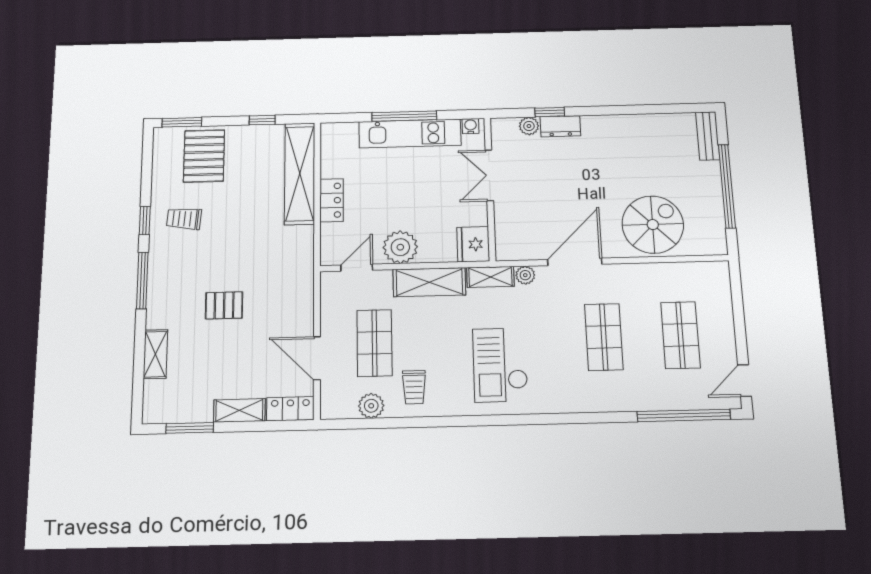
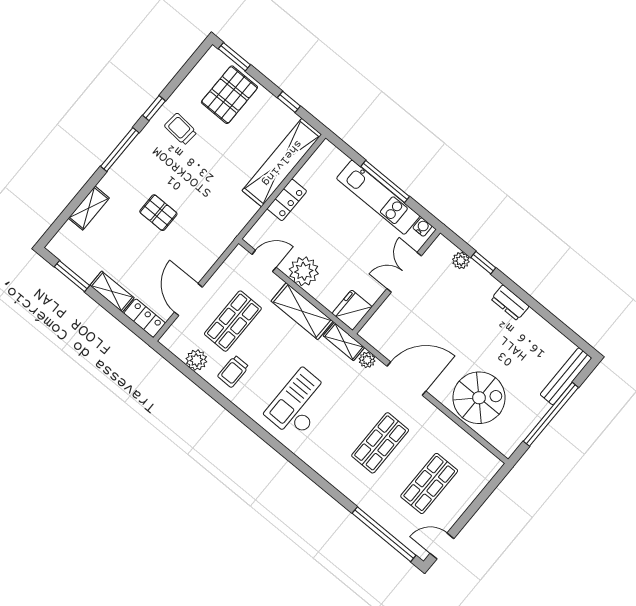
dresser: (560, 126) -> (510, 303), moved
bench: (708, 136) -> (566, 376), width x1.36

